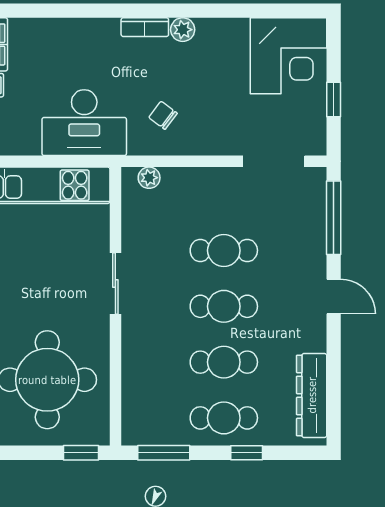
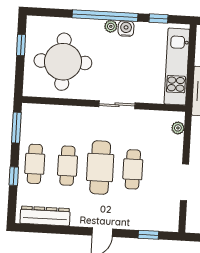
doorway: (274, 161) -> (185, 182), moved
window: (334, 218) -> (148, 235), width x0.46
cafe table: (224, 306) -> (100, 167), width x1.37, depth x1.35
window: (81, 453) -> (21, 45), moved

